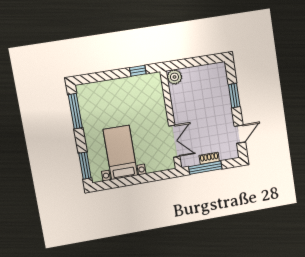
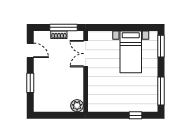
window: (138, 71) -> (136, 115), moved
door: (240, 134) -> (30, 50), swing flipped

